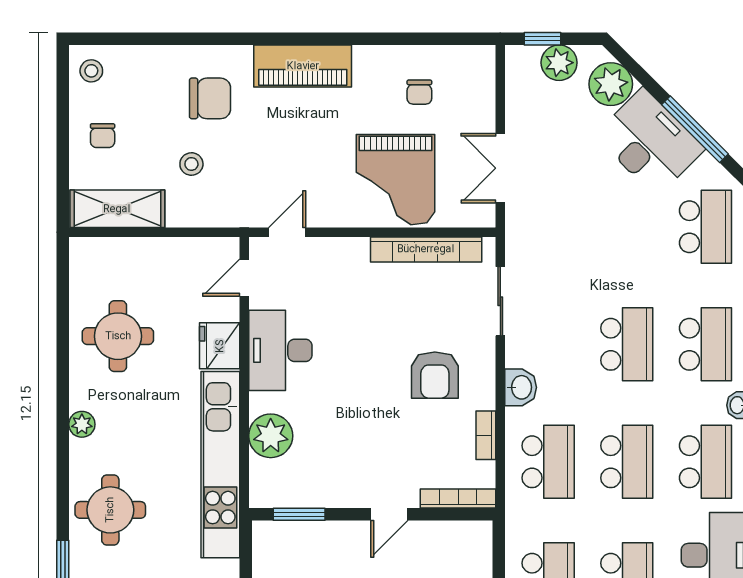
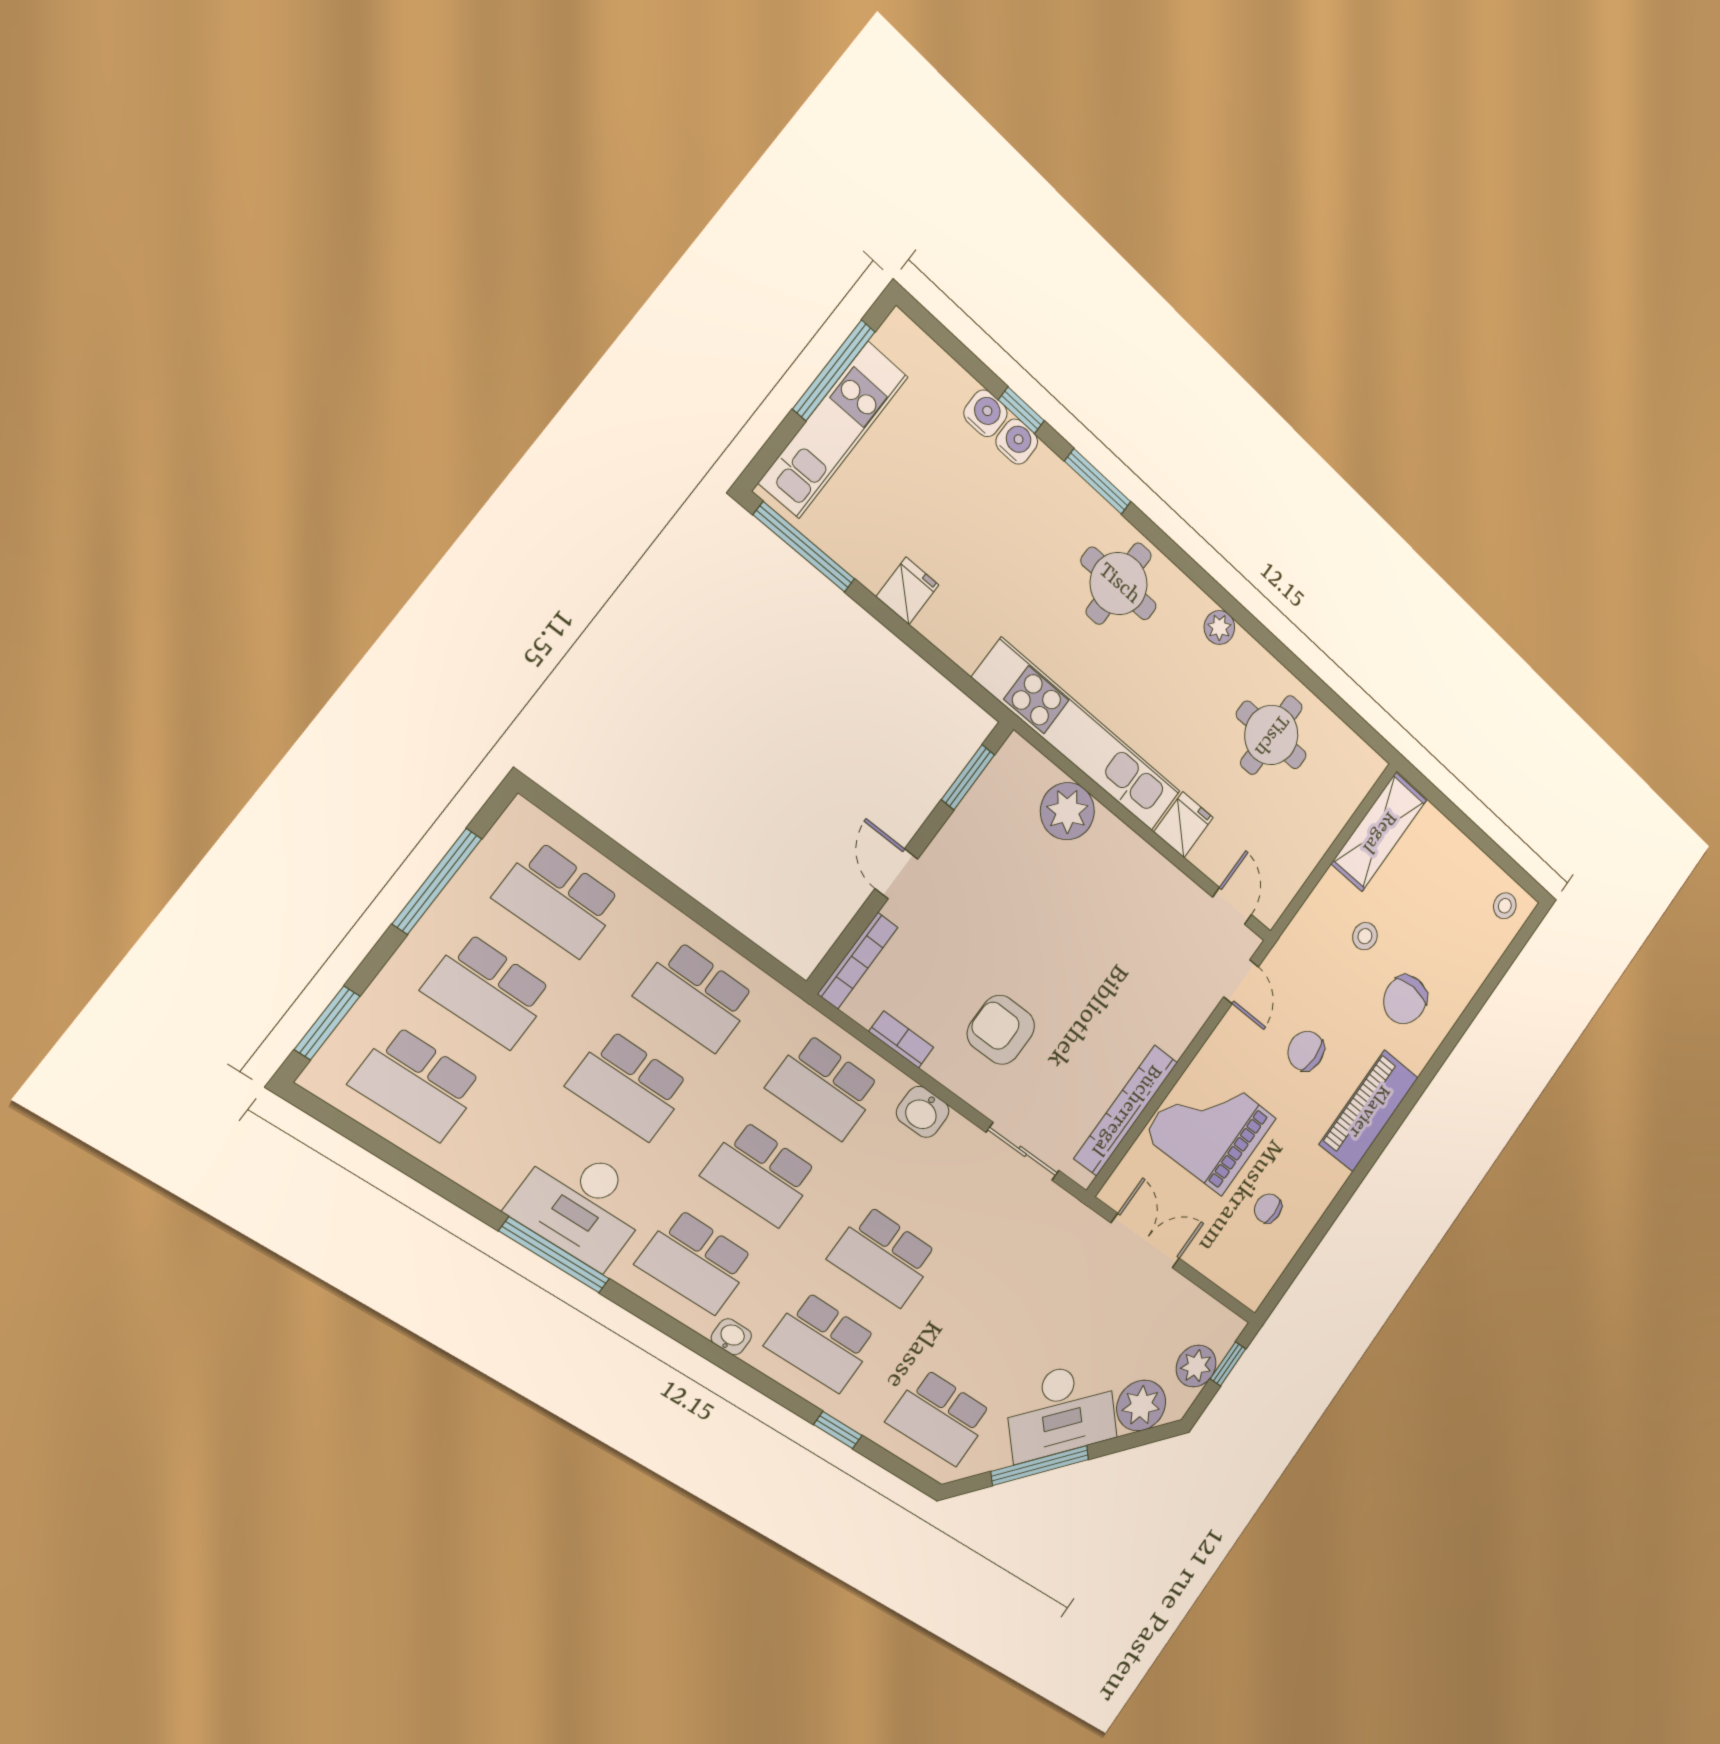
chair: (103, 136) -> (1306, 1051), moved, width x1.37, depth x1.37
fridge: (220, 346) -> (1183, 825), width x0.72
desk: (280, 350) -> (1140, 888), removed

